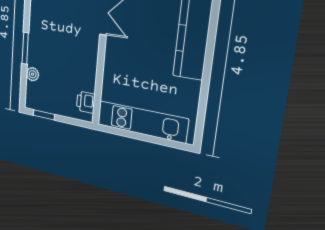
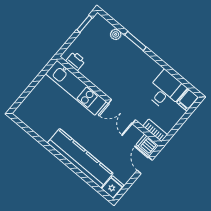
kitchen unit: (142, 122) -> (76, 88), moved, turned 90

